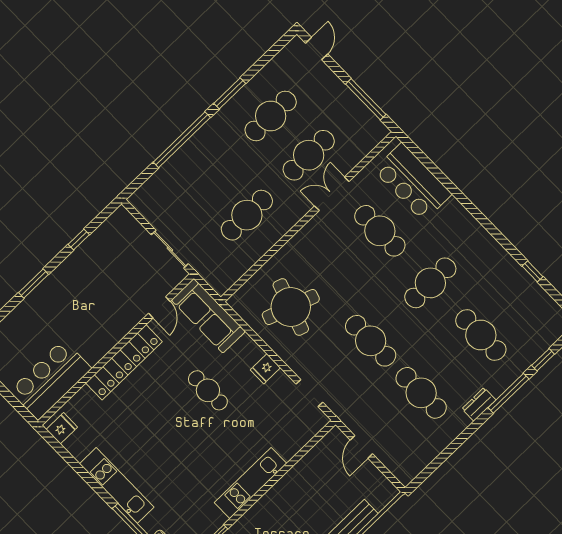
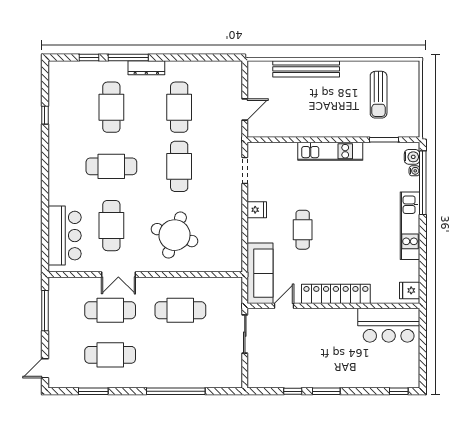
window: (230, 93) -> (93, 391), moved
window: (34, 283) -> (326, 391), moved
round table: (291, 307) -> (175, 235), moved
dresser: (479, 404) -> (146, 68), width x1.44

